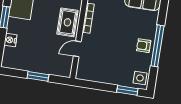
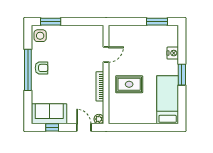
rug: (67, 22) -> (129, 84), moved, turned 90
window: (38, 76) -> (157, 22), moved

